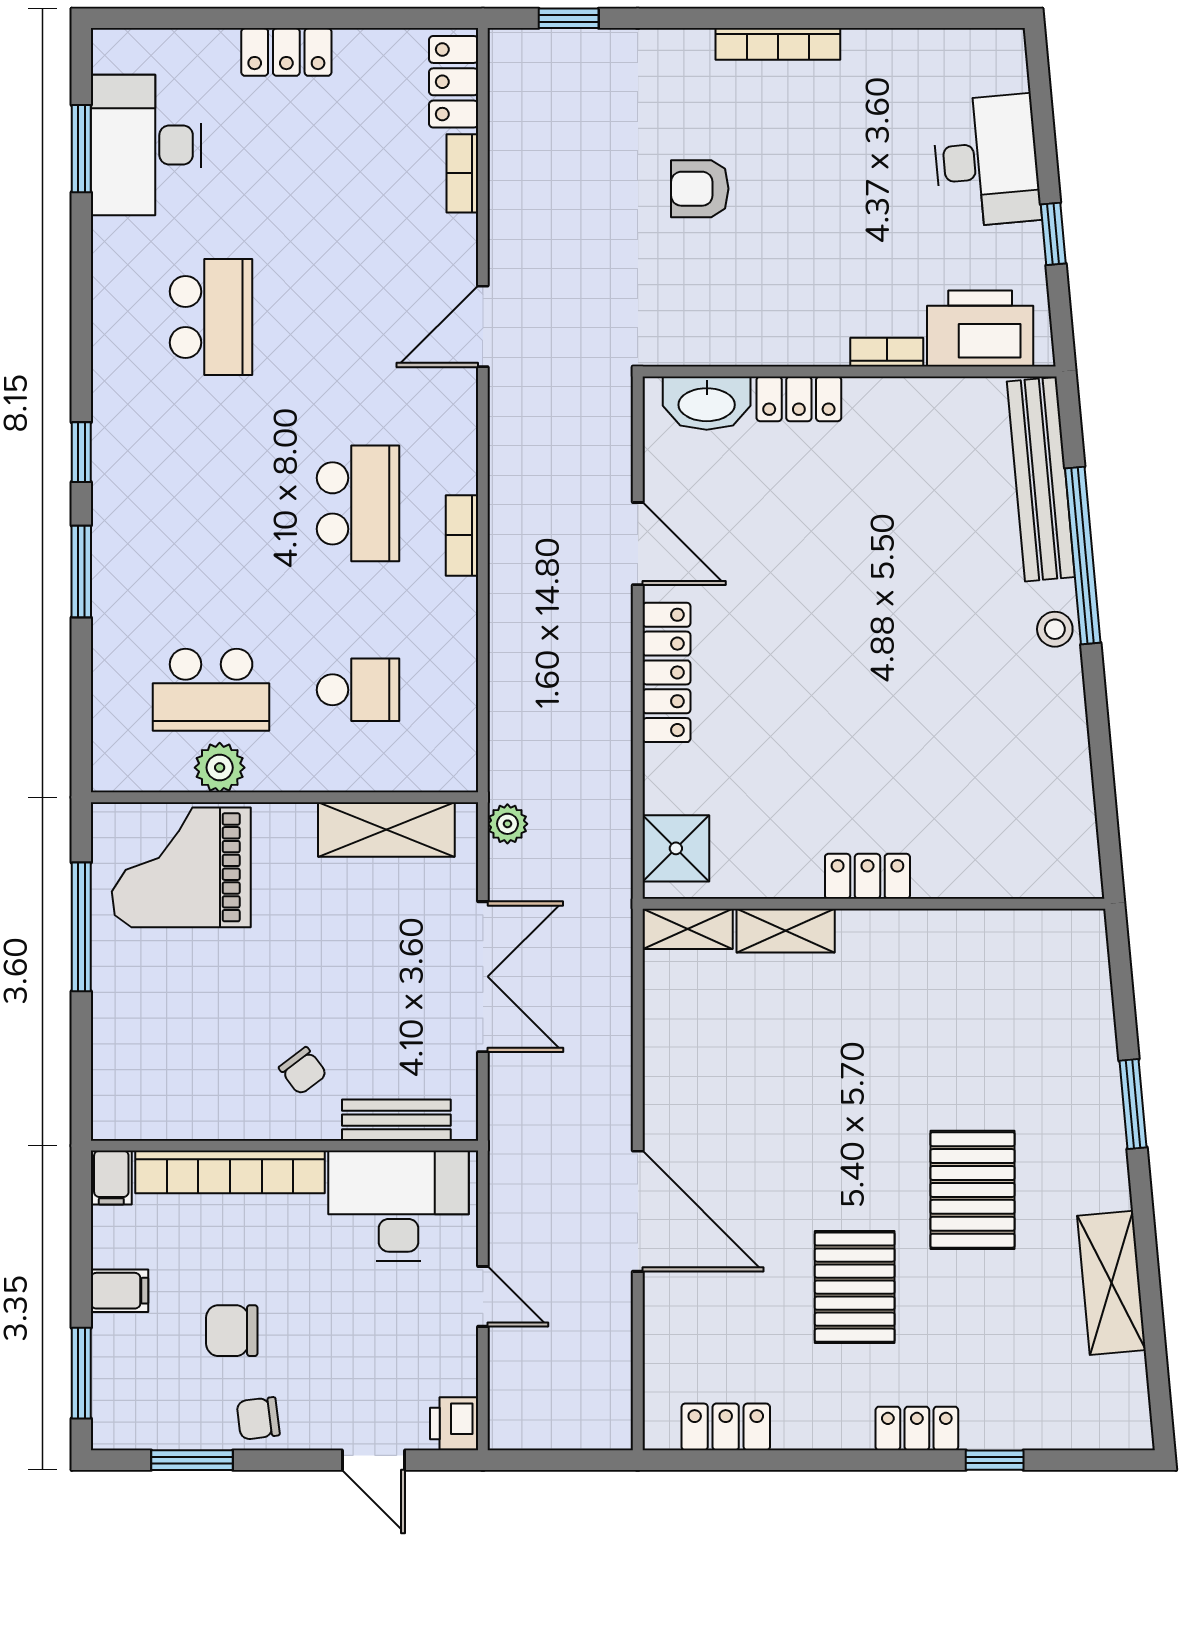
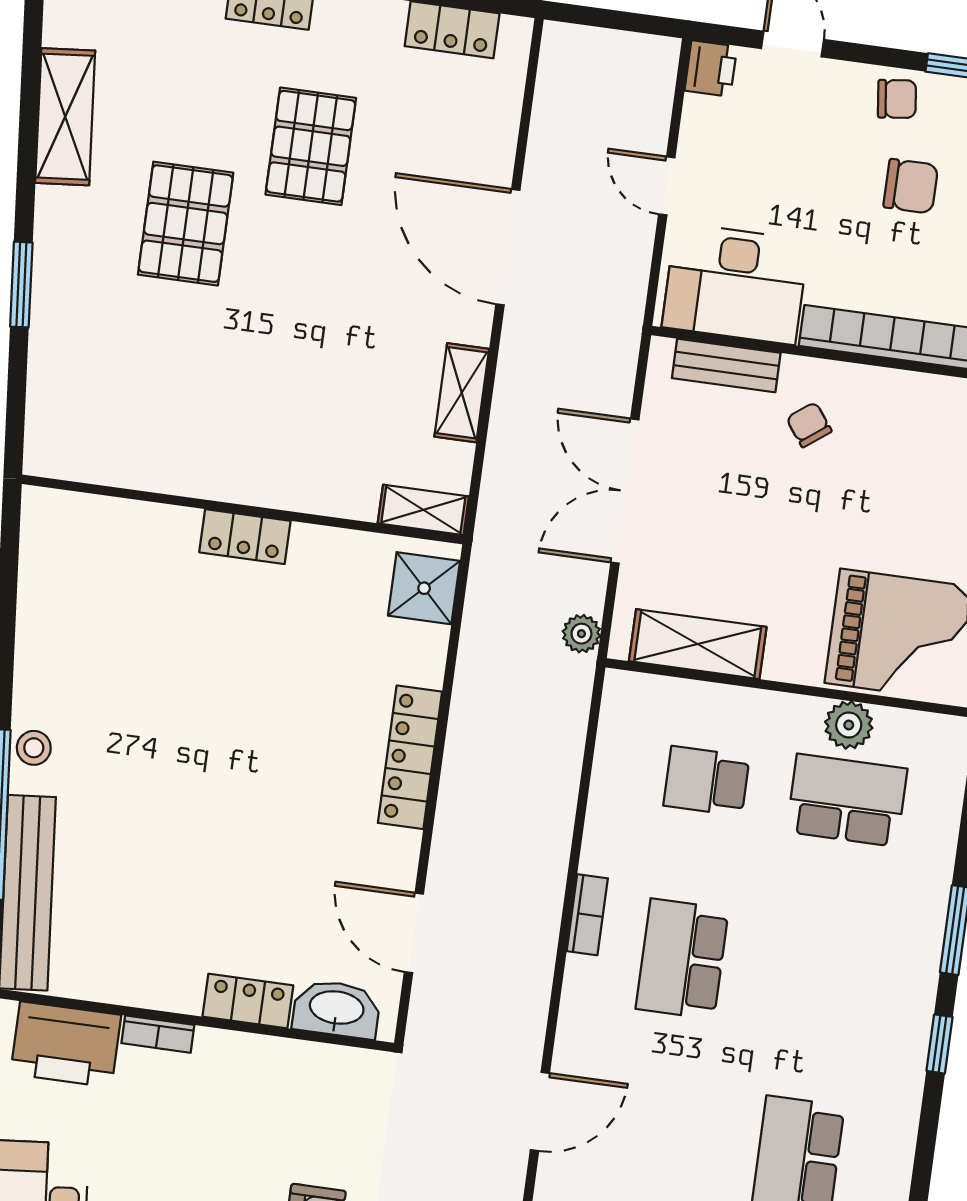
door: (638, 544) -> (414, 933), moved
shelving: (786, 931) -> (462, 393), moved, turned 90

